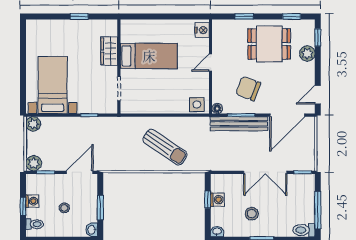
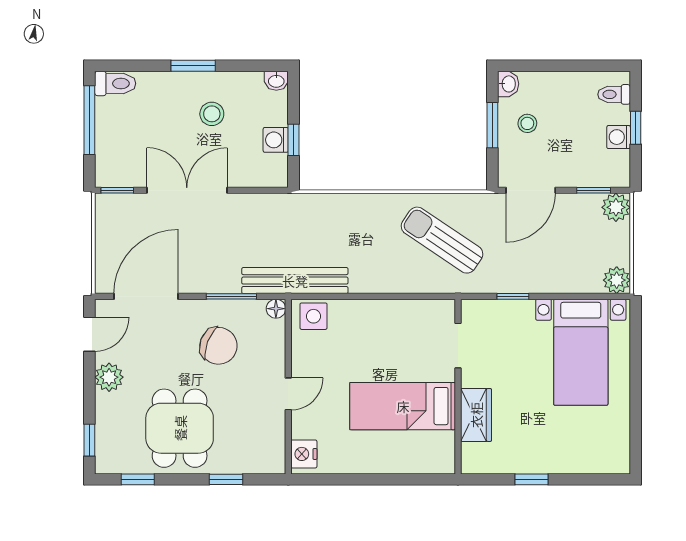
dining table: (269, 44) -> (180, 428), turned 90
plant: (307, 53) -> (109, 377), moved
bench: (239, 124) -> (295, 281), moved
sun lounger: (165, 147) -> (442, 240), moved
stool: (64, 208) -> (527, 123), moved

